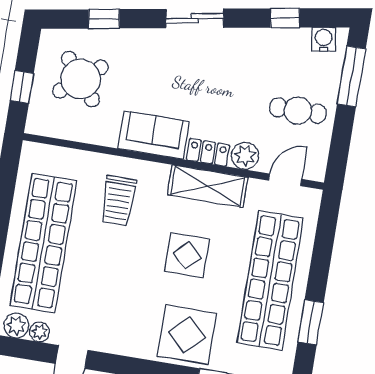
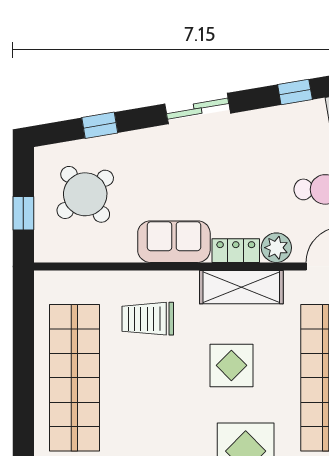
trolley: (118, 201) -> (148, 319), turned 90

